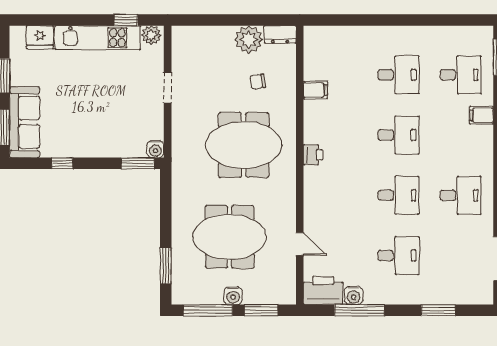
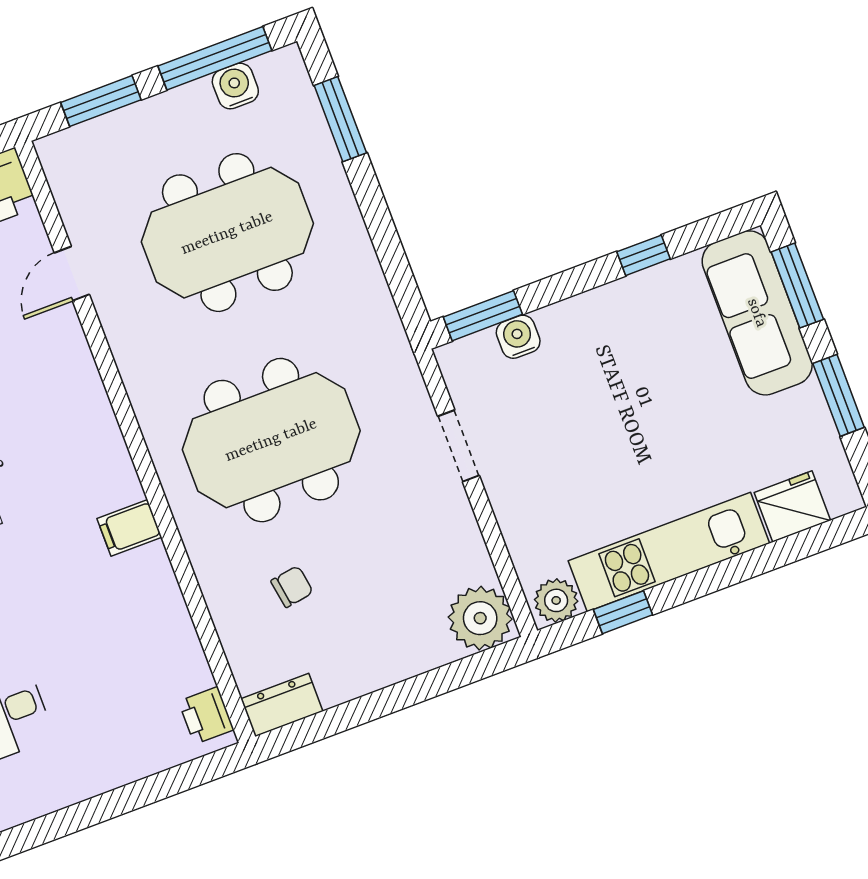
plant: (249, 40) -> (480, 618), moved
doorway: (168, 88) -> (459, 446), moved
filing cabinet: (315, 90) -> (129, 528), moved
water cooler: (155, 149) -> (518, 337), moved
printer: (313, 155) -> (206, 715), moved
door: (300, 244) -> (72, 274), hinge flipped
water cooler: (233, 296) -> (235, 86), moved

